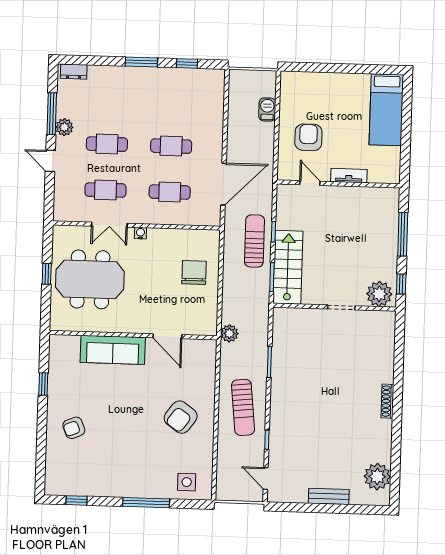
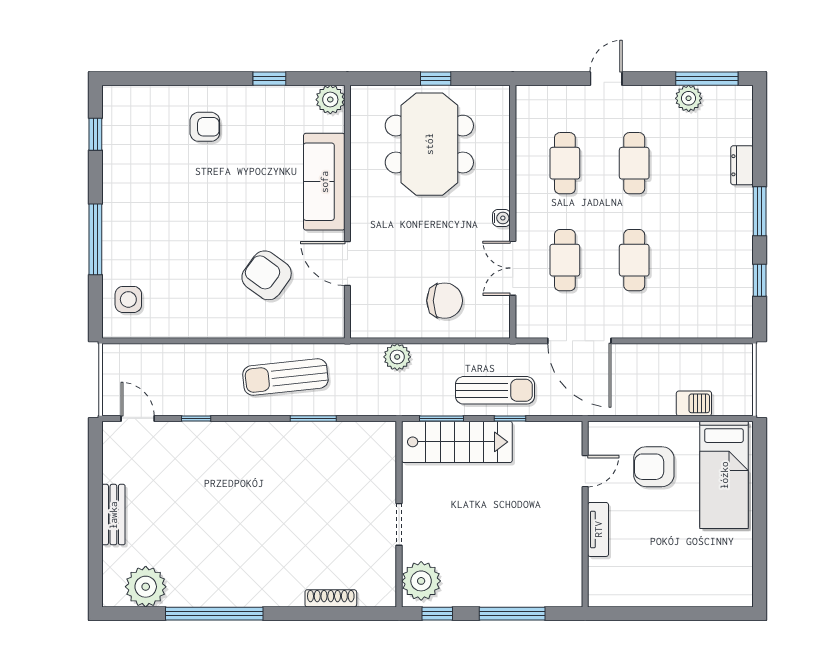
dresser: (74, 72) -> (742, 165), moved
bed: (386, 110) -> (724, 475), moved, turned -90
window: (52, 114) -> (707, 79), moved
plant: (64, 127) -> (689, 98), moved
armchair: (308, 137) -> (654, 467), turned 180
double door: (109, 225) -> (513, 268), moved
plant: (229, 333) -> (397, 357), moved
door: (167, 336) -> (347, 264), hinge flipped
plant: (58, 344) -> (330, 100), added
shoe rack: (387, 401) -> (331, 598), moved
sun lounger: (243, 407) -> (285, 377), moved
armchair: (181, 417) -> (267, 275), moved
armchair: (74, 428) -> (205, 127), turned 112
window: (397, 432) -> (214, 614), added
door: (266, 478) -> (138, 418), hinge flipped

